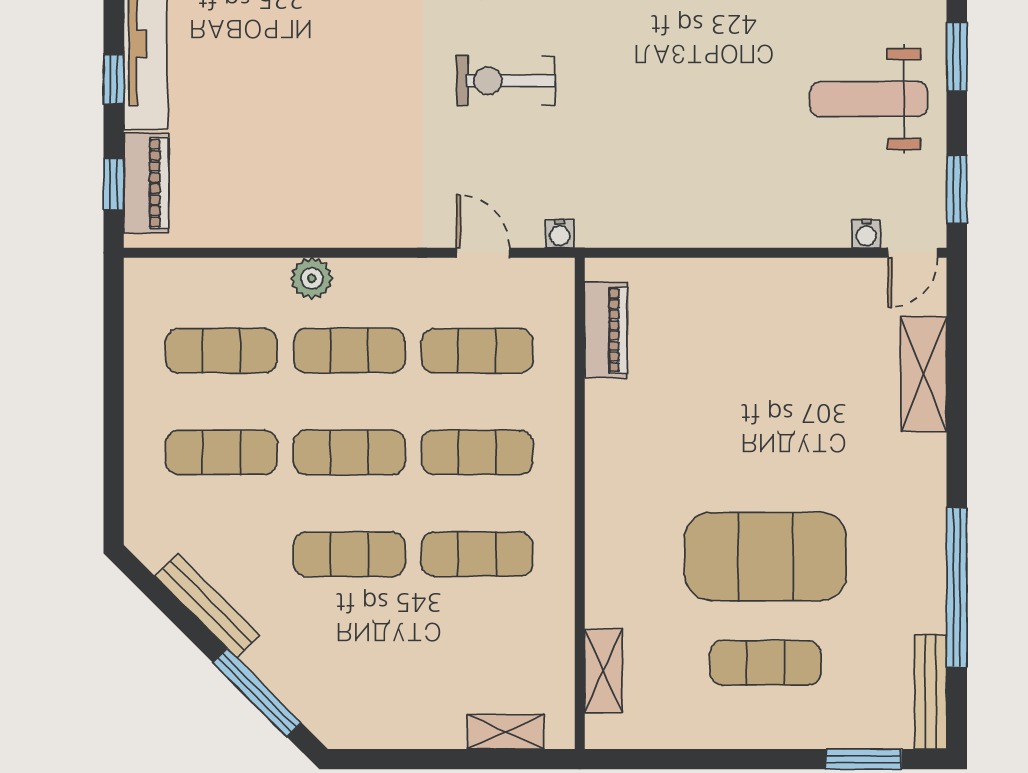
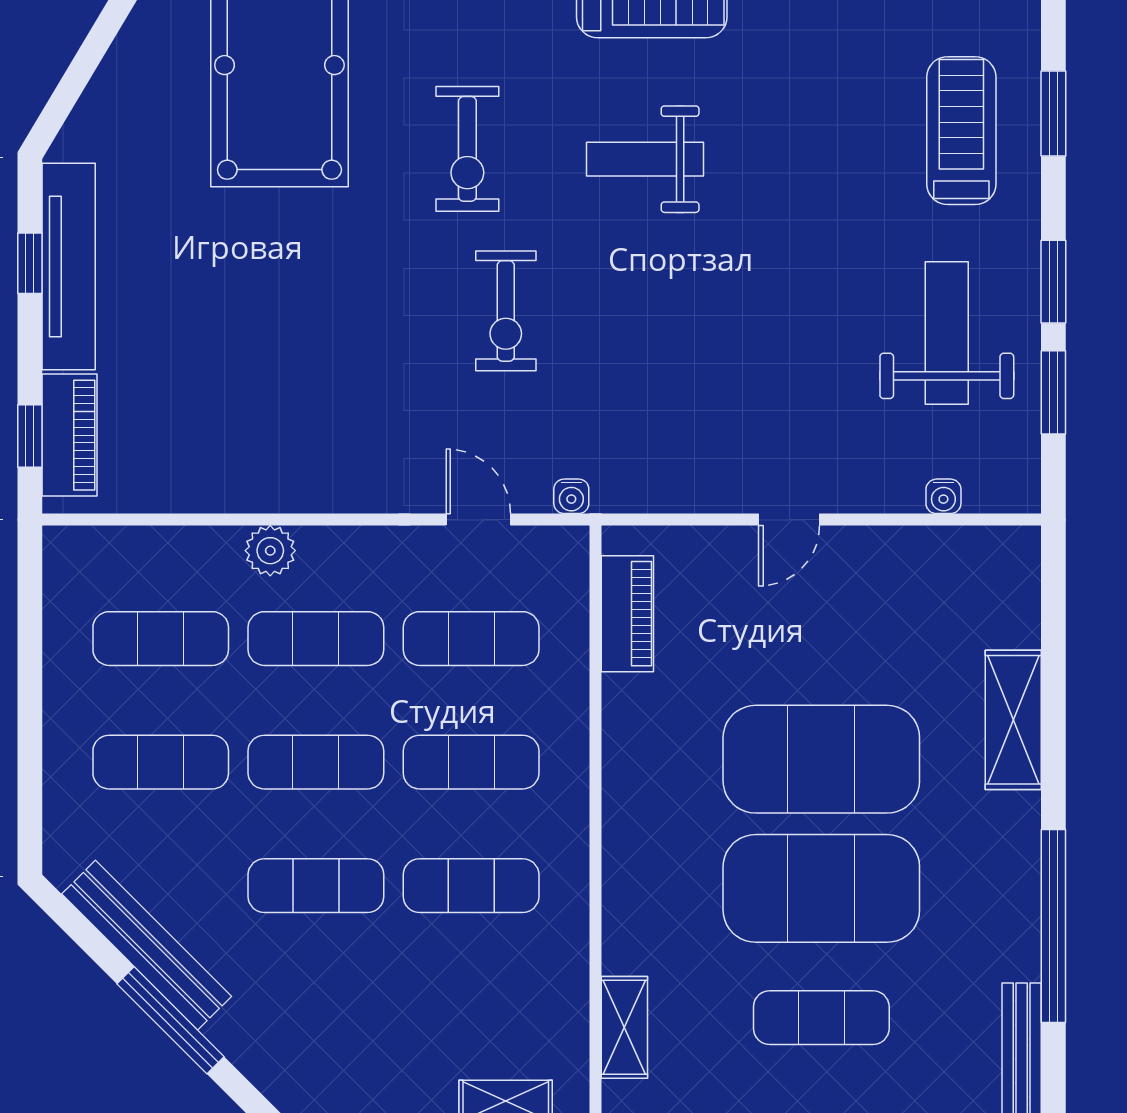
window: (114, 79) -> (30, 263), moved
exercise bike: (506, 81) -> (506, 311), turned -90
weight bench: (869, 99) -> (947, 333), turned 90
window: (957, 189) -> (1053, 392), moved
door: (913, 253) -> (789, 520), moved
shelving: (924, 374) -> (1013, 720), moved
exercise mat: (766, 450) -> (821, 759), added
bench: (207, 606) -> (147, 945), width x1.37, depth x1.21
window: (257, 693) -> (170, 1020), moved

